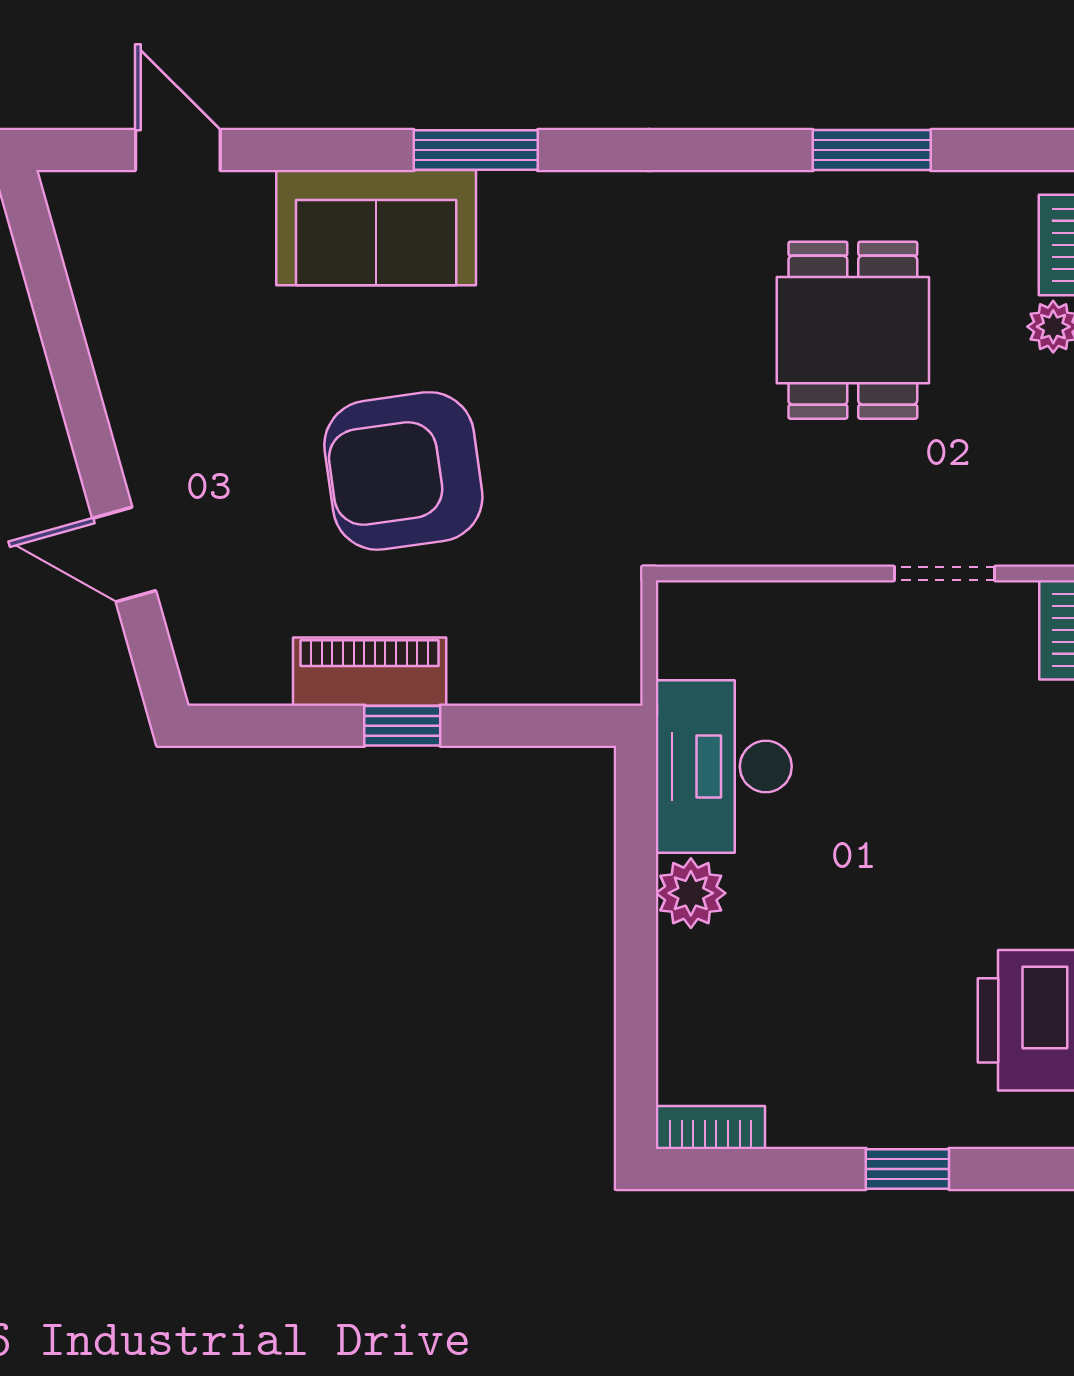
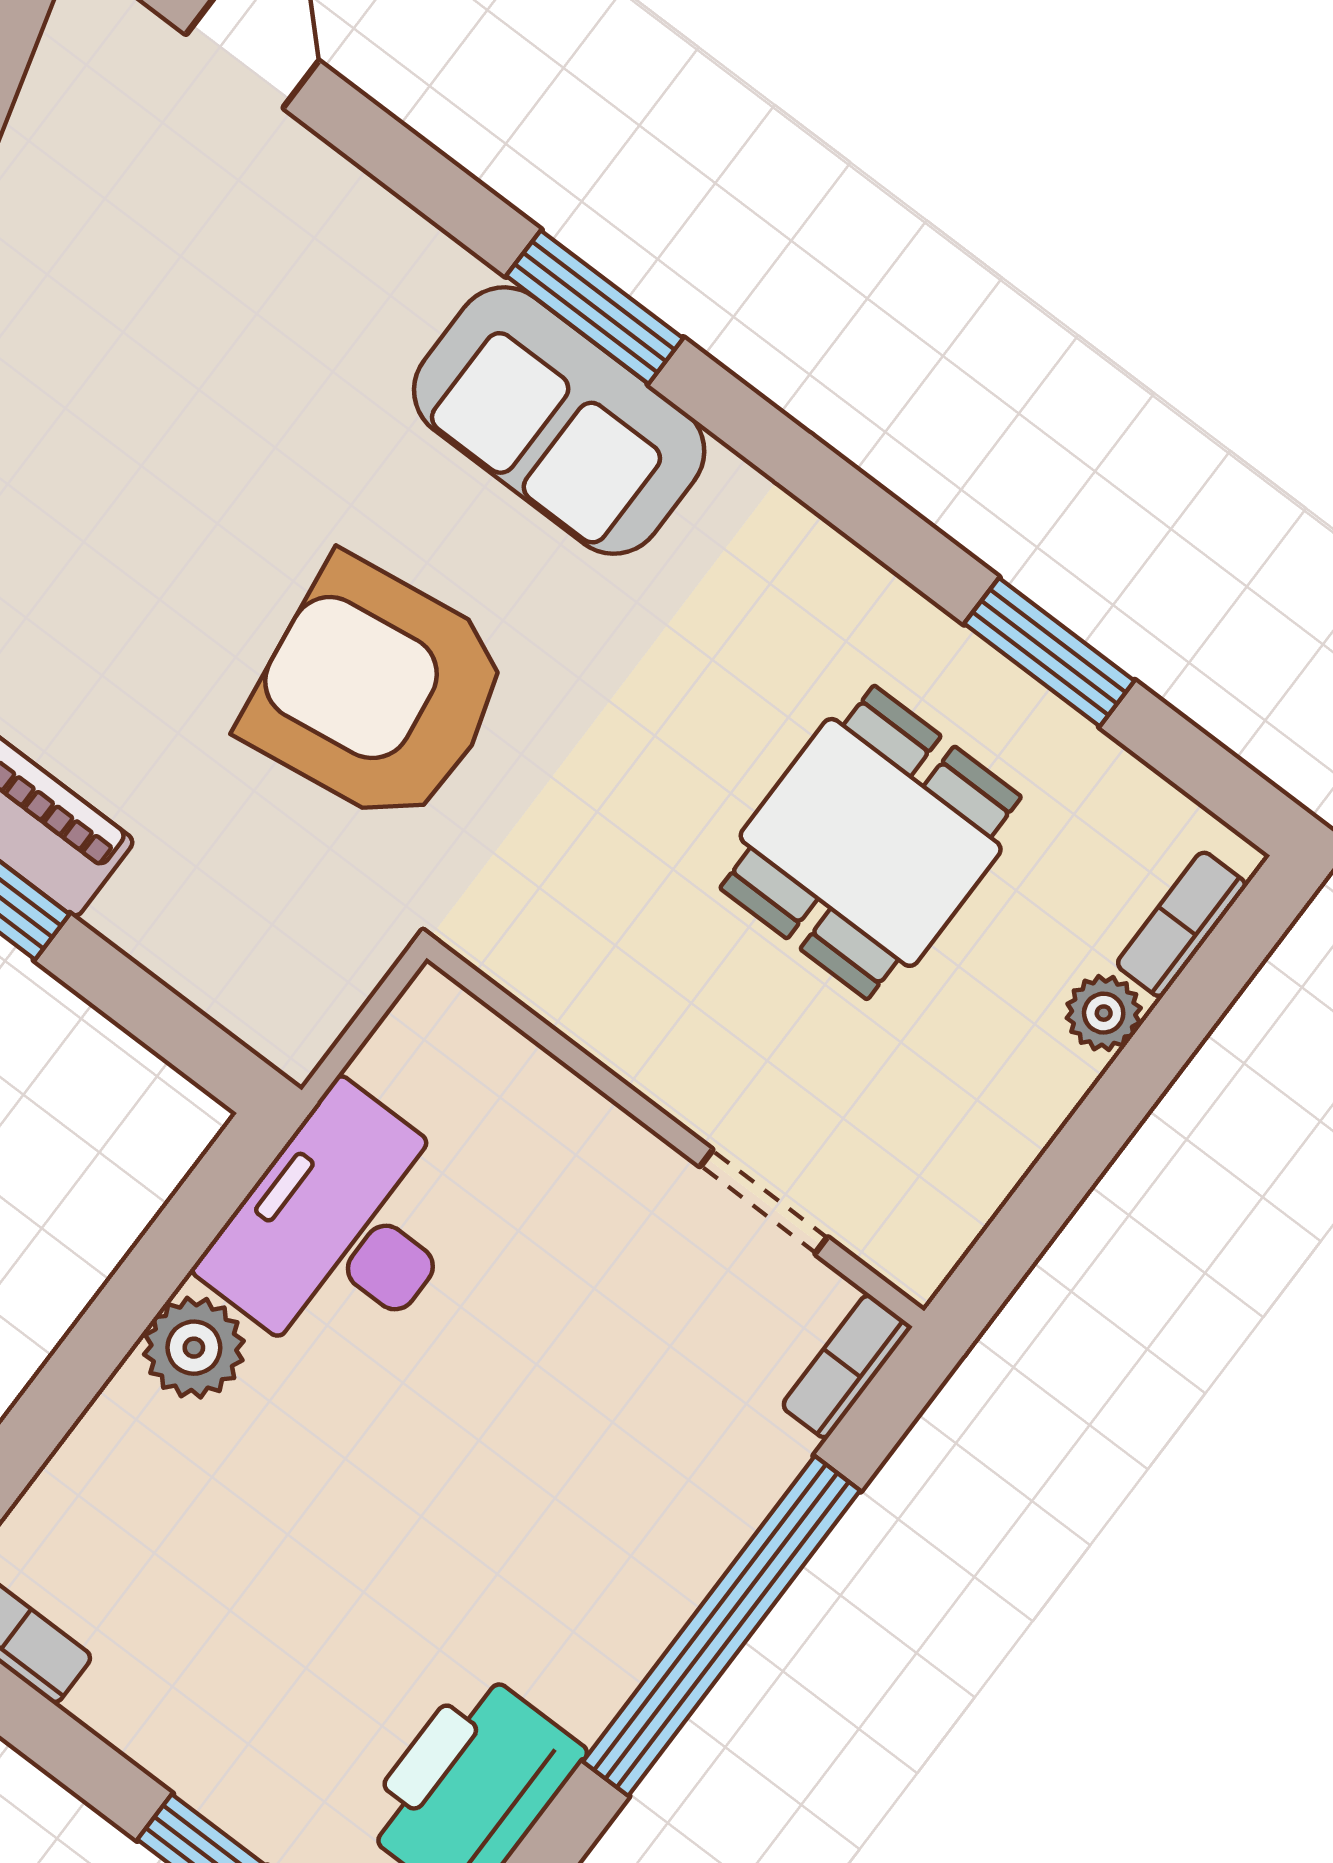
sofa: (376, 228) -> (559, 421), moved
armchair: (403, 471) -> (377, 692), moved

